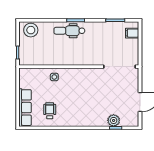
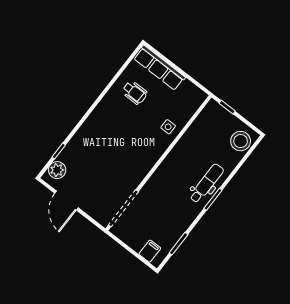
plant: (114, 120) -> (57, 170), moved

